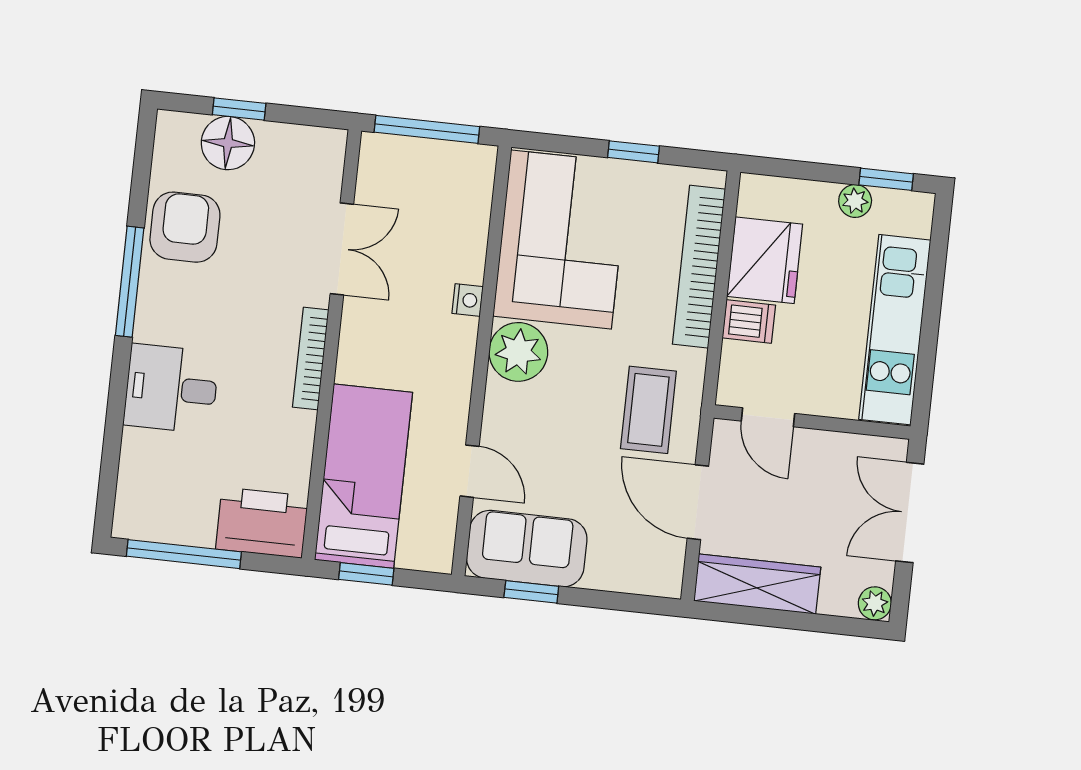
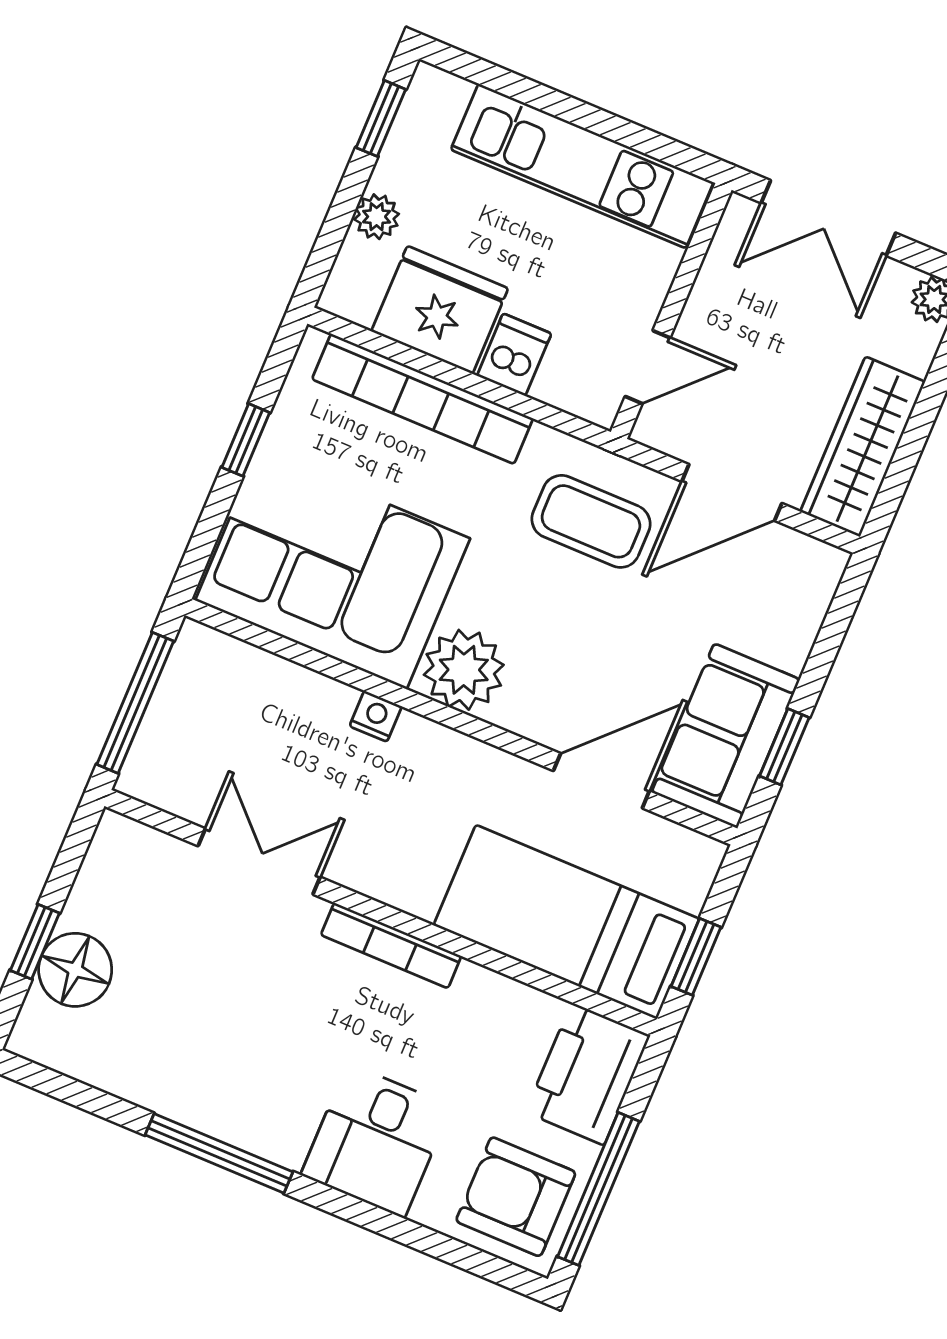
plant: (855, 201) -> (377, 217), moved
armchair: (185, 227) -> (516, 1197), moved
door: (469, 471) -> (601, 781), width x1.38

